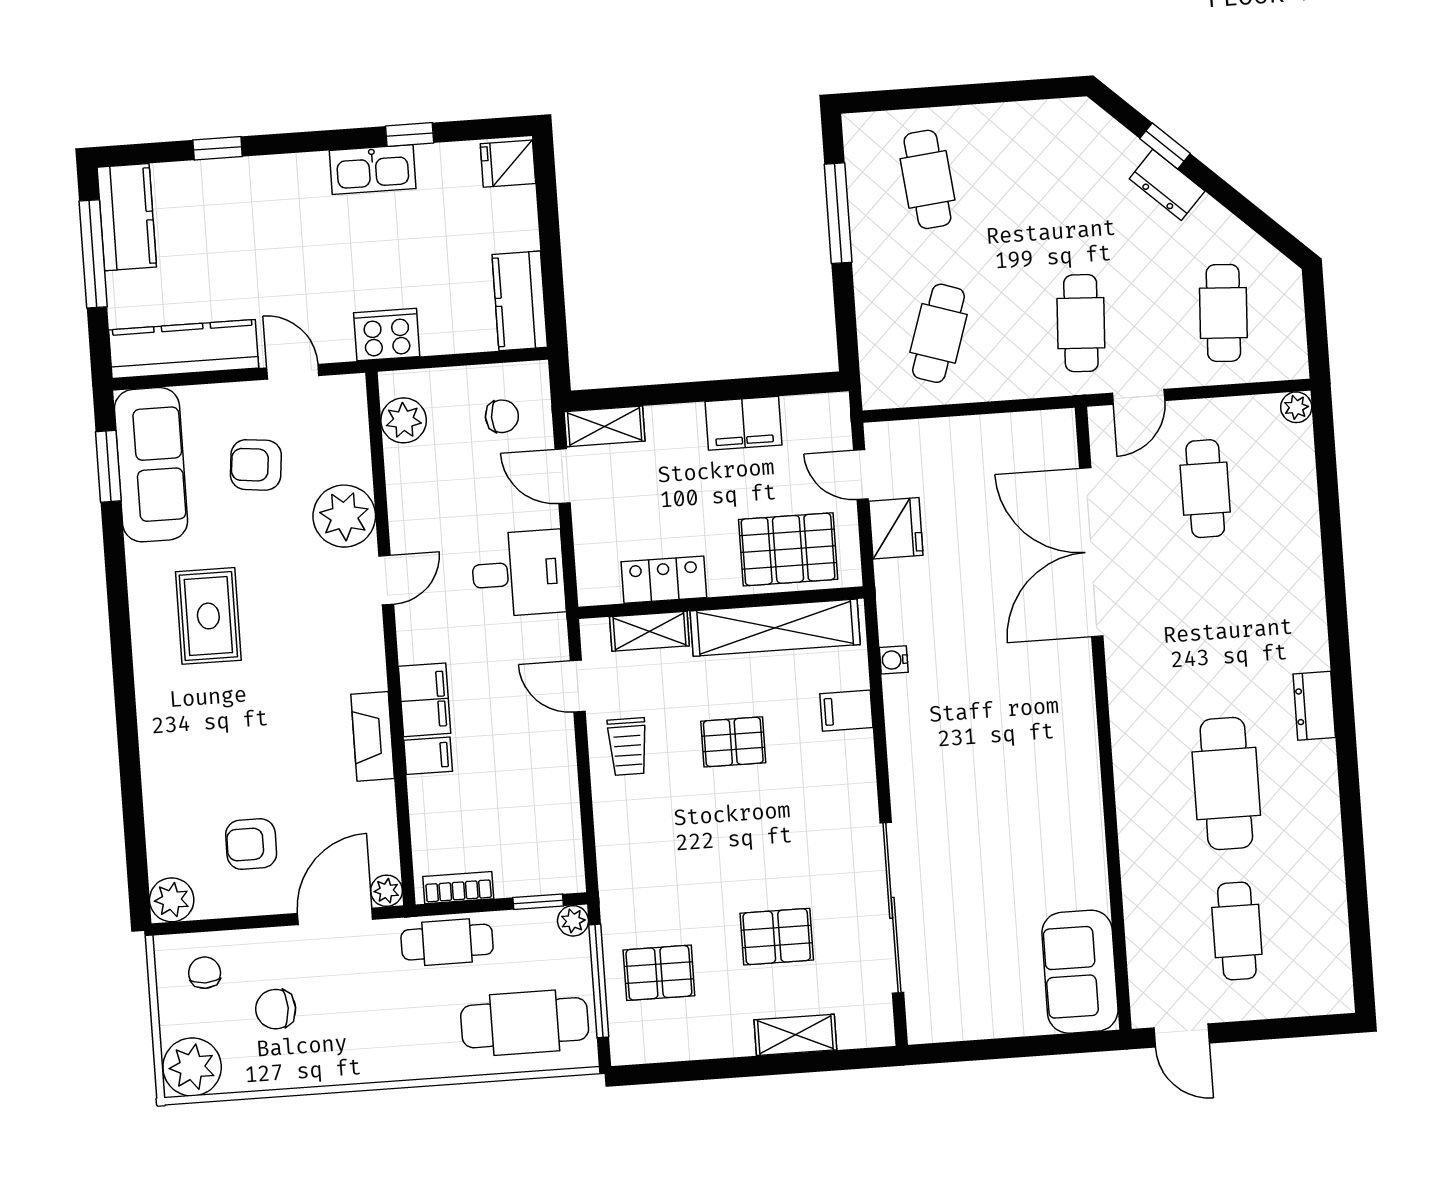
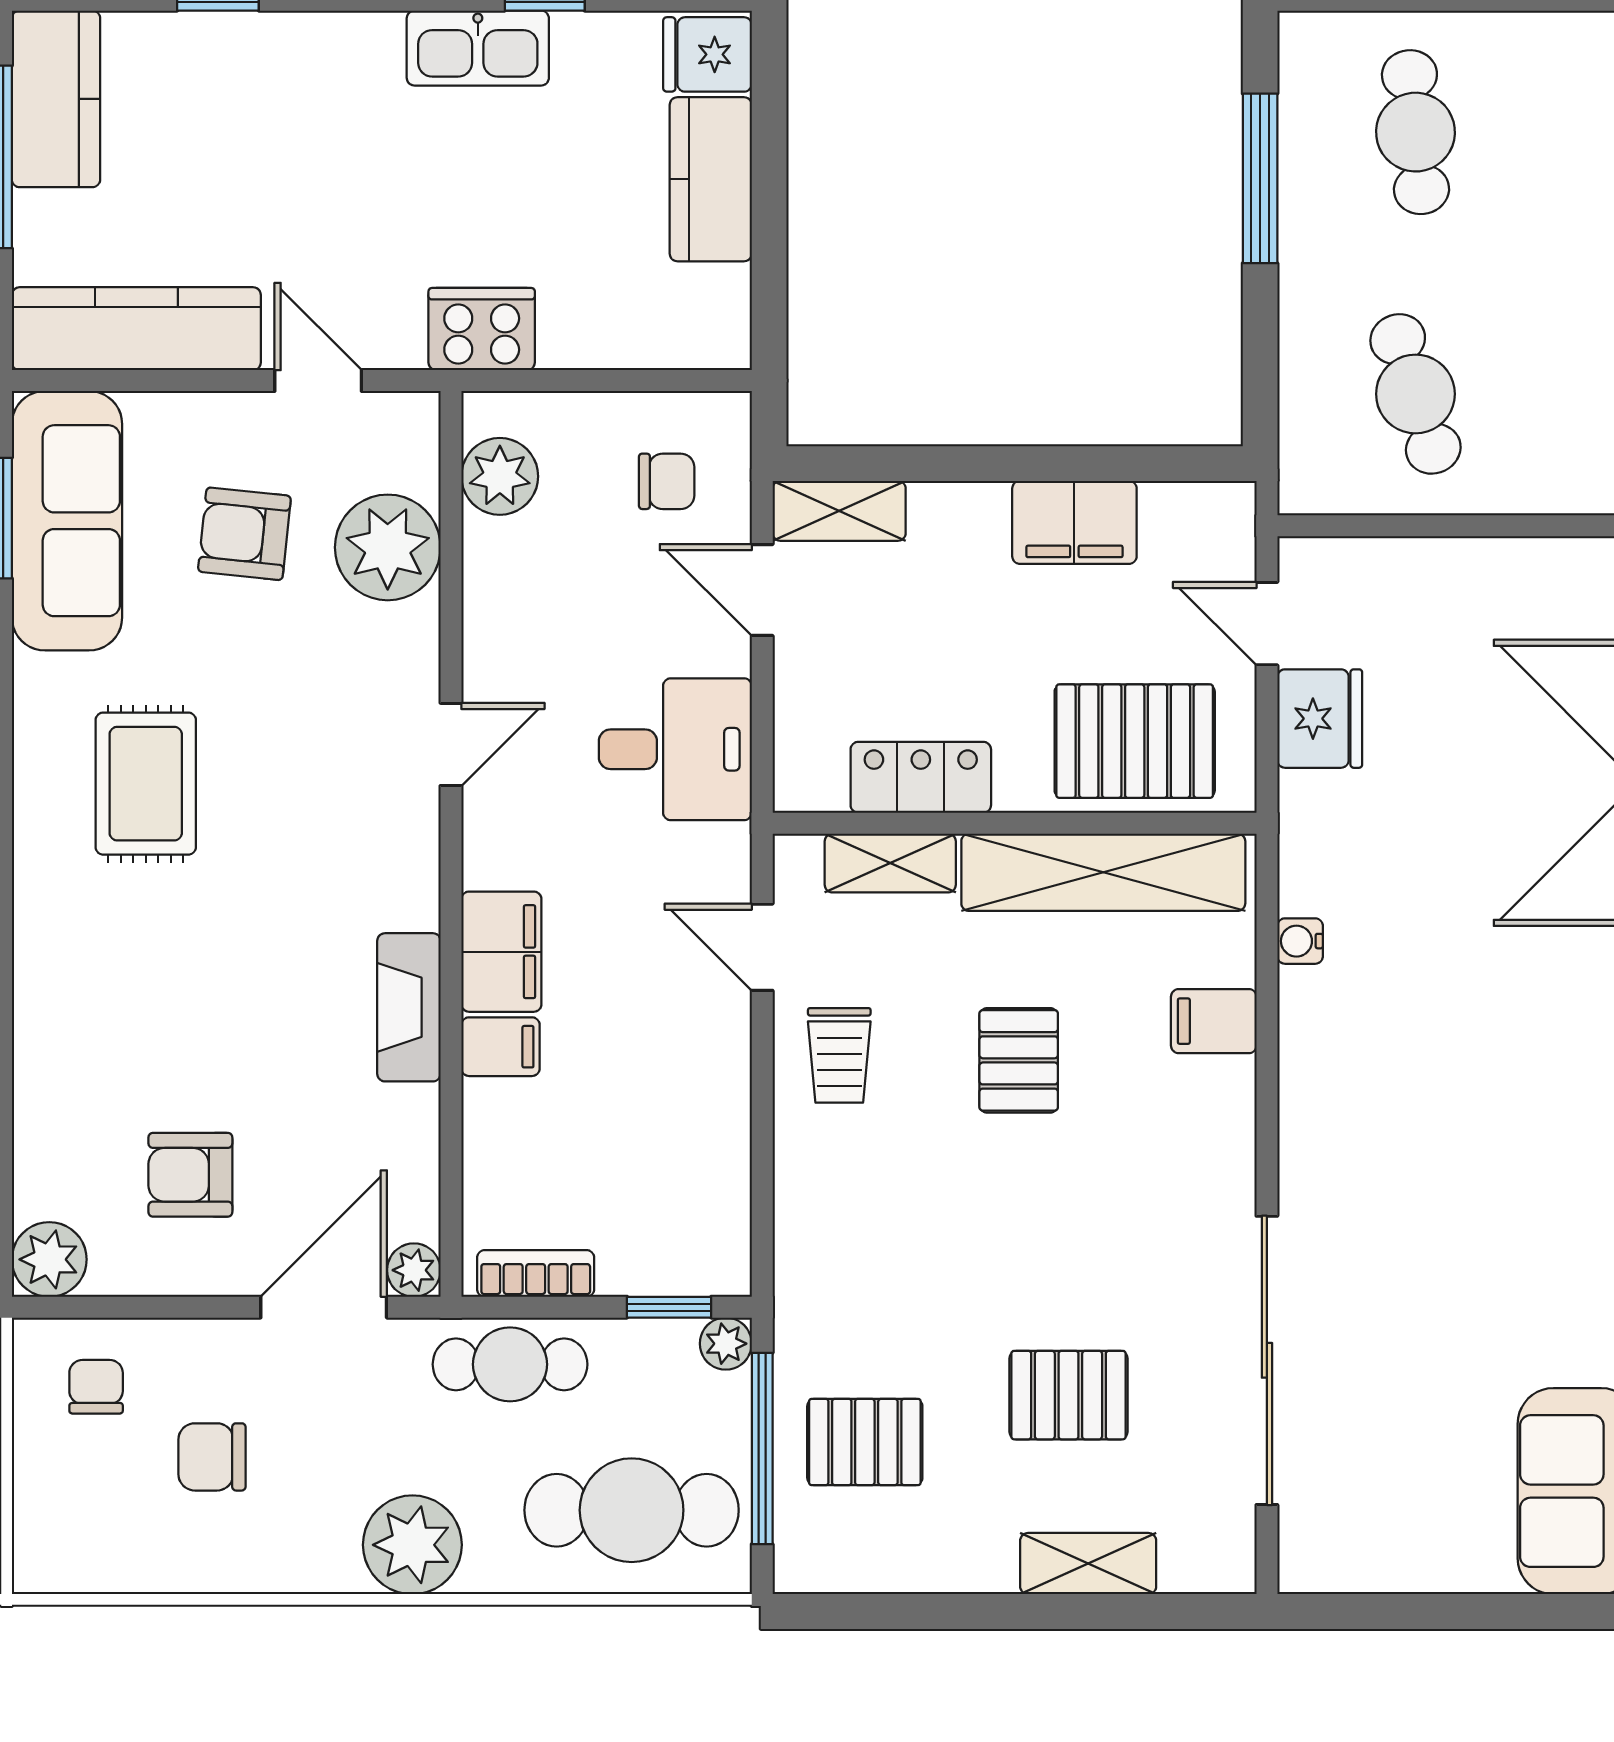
kitchen counter: (520, 301) -> (711, 179), moved
cafe table: (939, 333) -> (1415, 394), turned -36
plant: (344, 516) -> (388, 547), moved
pallet: (733, 742) -> (1019, 1060), turned 90
plant: (192, 1067) -> (412, 1545), moved

